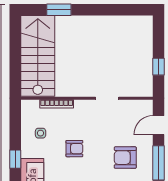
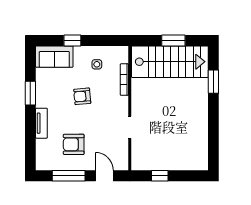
window: (15, 52) -> (173, 40), added
armchair: (74, 149) -> (82, 96), turned 85
armchair: (125, 158) -> (74, 144), turned -90

